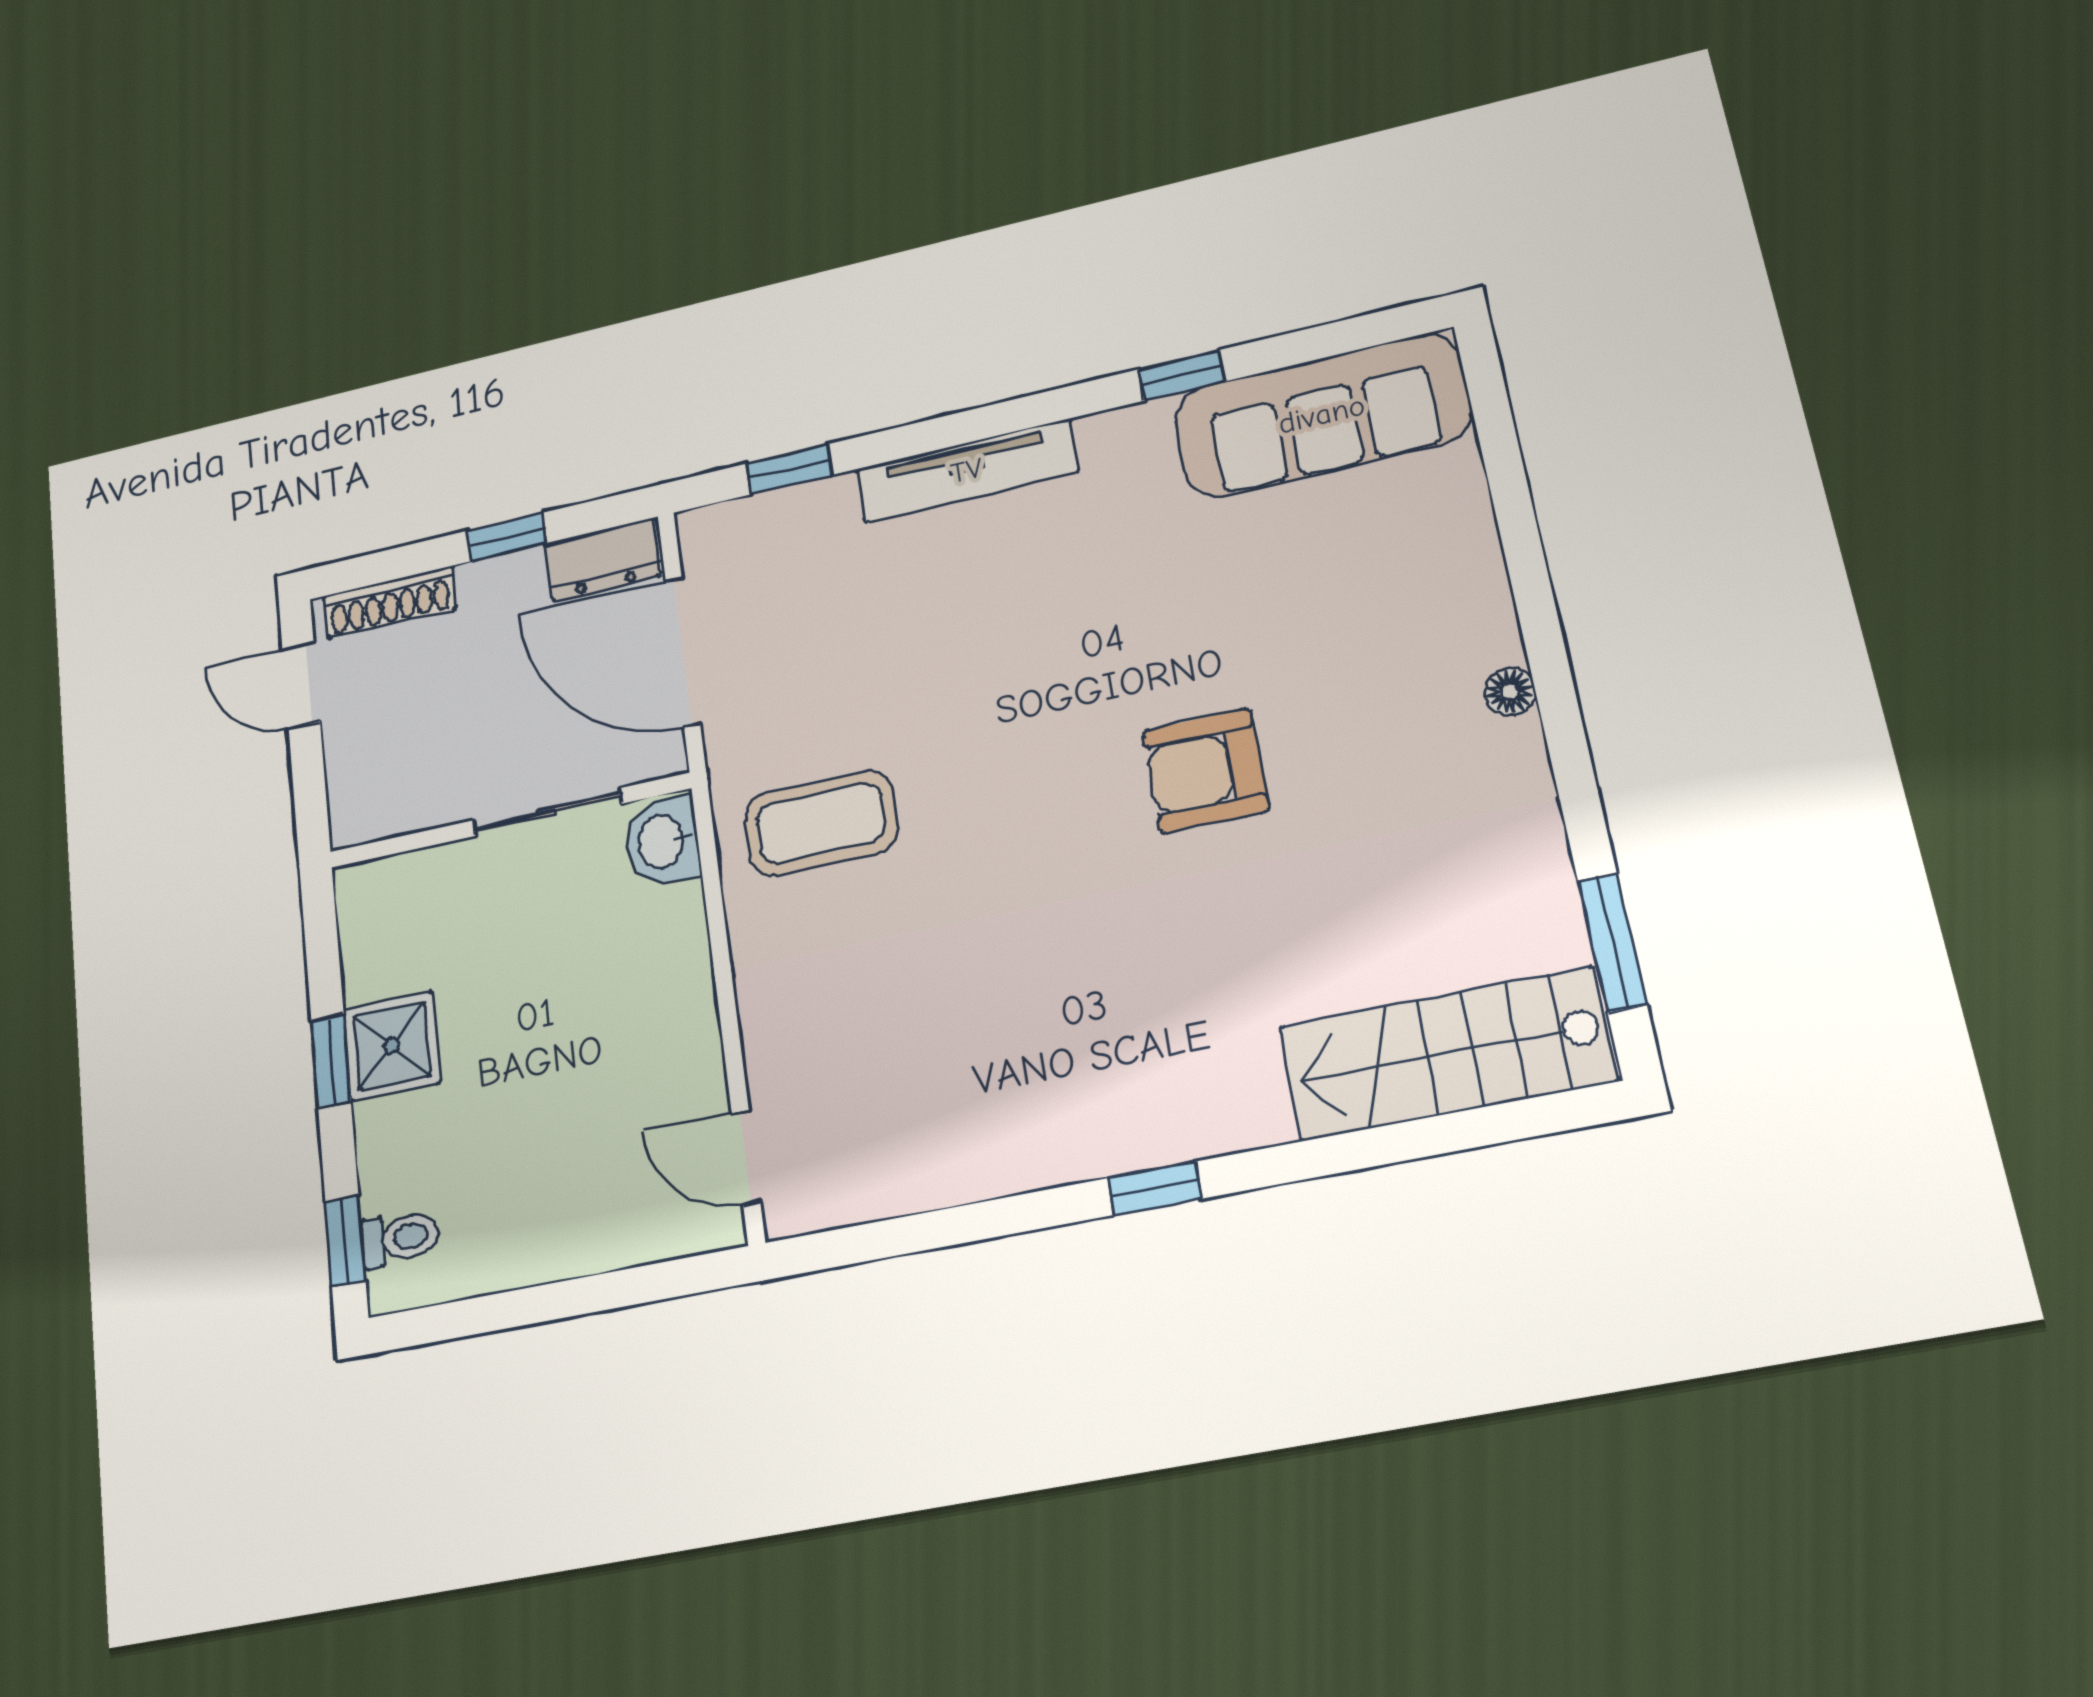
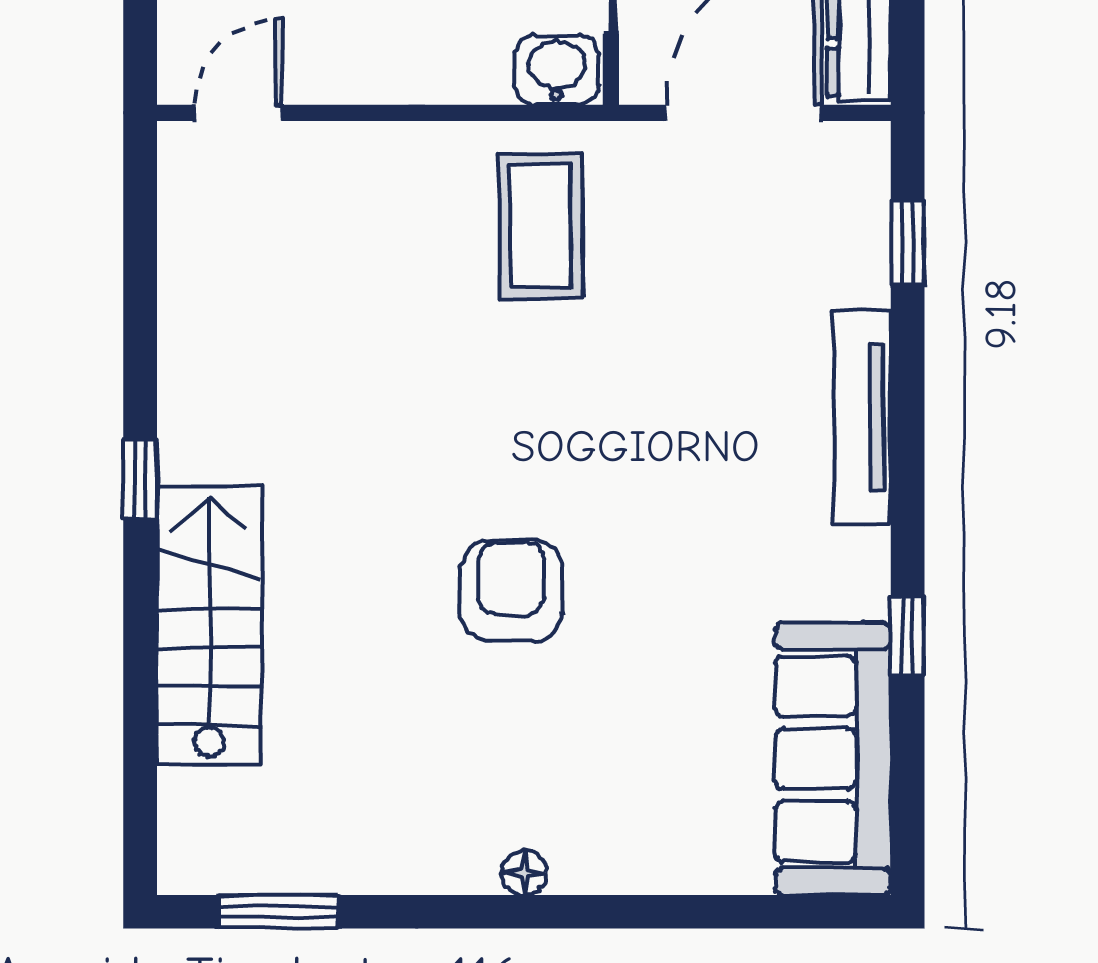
stairs: (1446, 1054) -> (209, 625), moved

